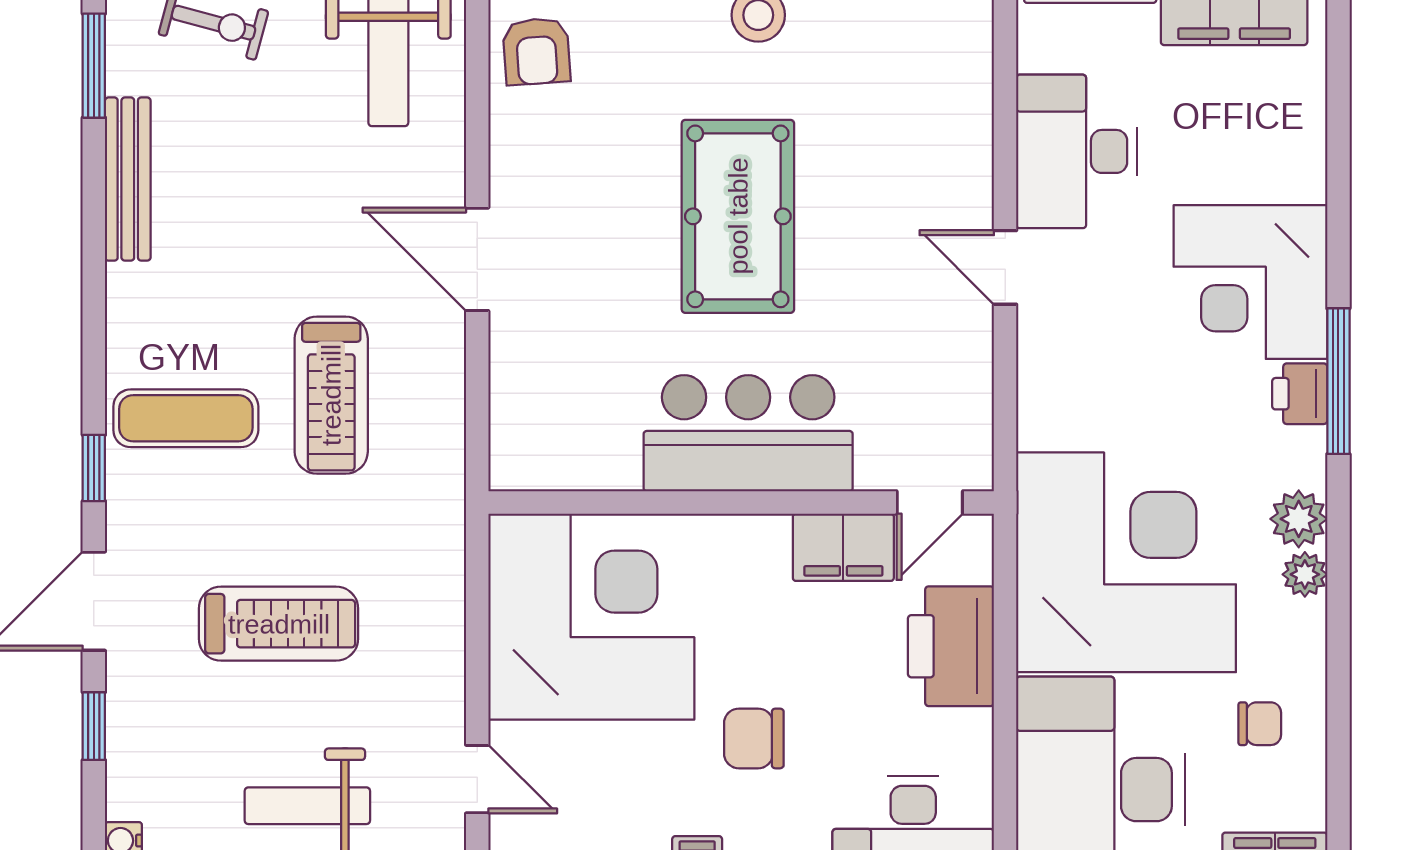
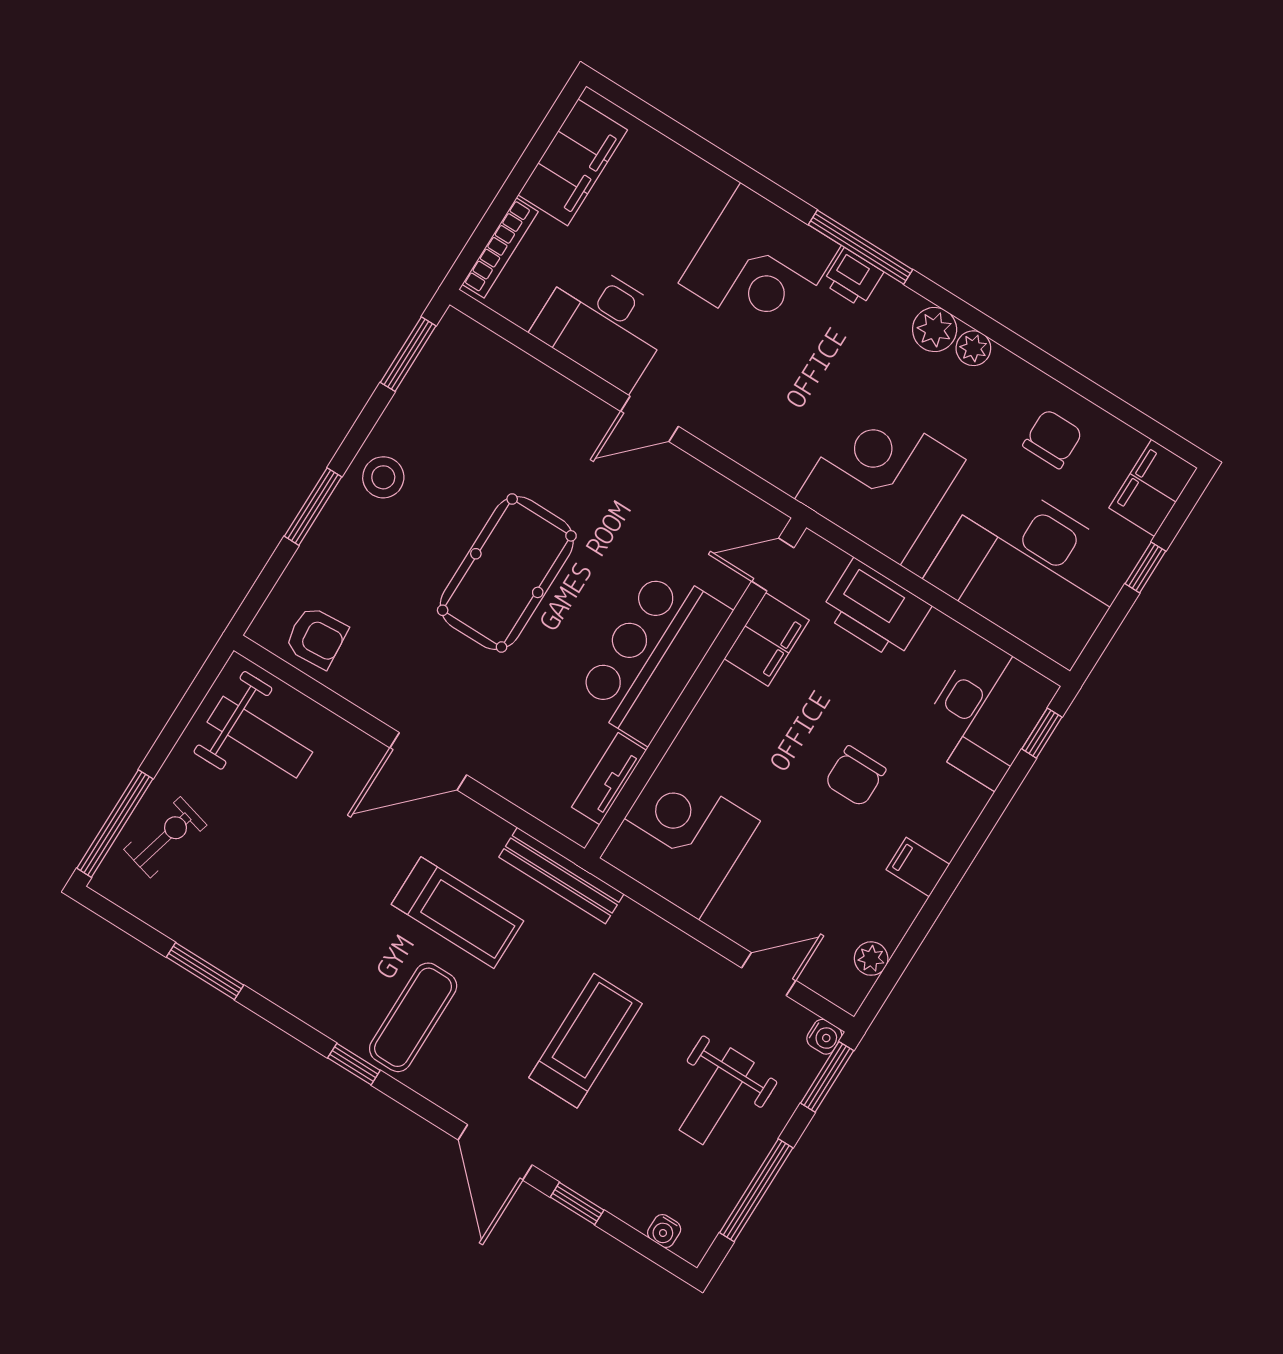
window: (94, 66) -> (205, 971), moved
bench: (128, 179) -> (561, 876), moved
pool table: (738, 216) -> (507, 573), turned 90
window: (94, 468) -> (354, 1064), moved
tv unit: (582, 470) -> (609, 779), added
door: (930, 502) -> (773, 564), swing flipped
corner desk: (1126, 562) -> (880, 479), width x0.74, depth x0.74
corner desk: (591, 617) -> (680, 840), width x0.74, depth x0.74
chair: (1260, 724) -> (1053, 439), width x1.37, depth x1.37

